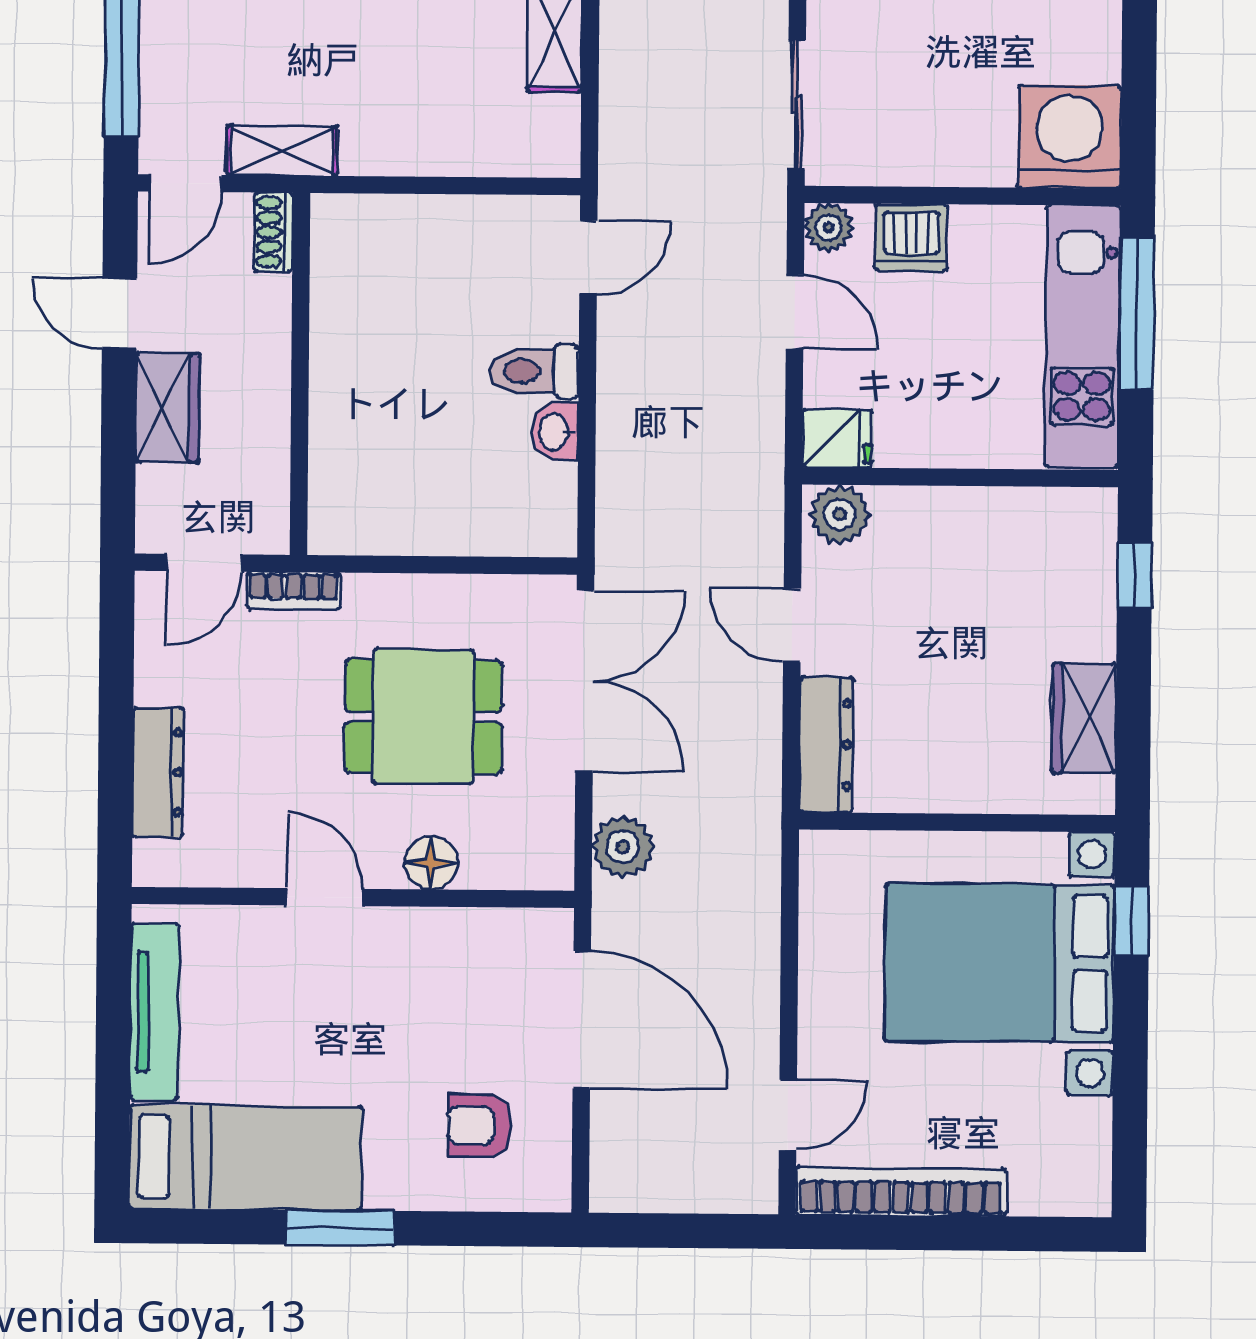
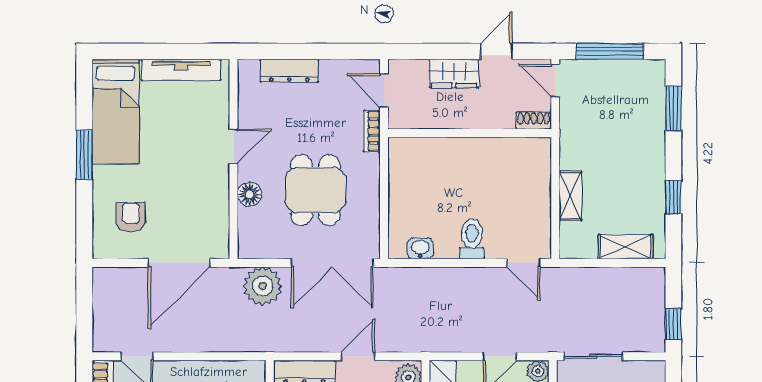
shelving: (282, 151) -> (570, 196), moved
washbasin: (555, 432) -> (420, 248), moved
plant: (623, 847) -> (262, 286), width x1.36, depth x1.36

